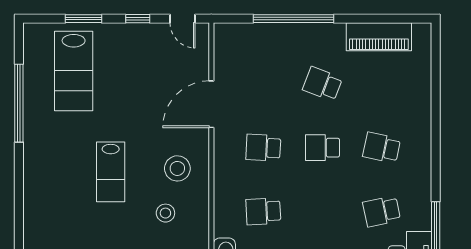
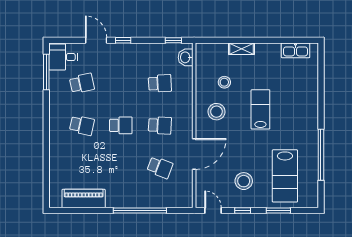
stool: (136, 63) -> (244, 181), added
lab bench: (74, 71) -> (285, 176), turned 180
school desk: (322, 84) -> (160, 167), moved

